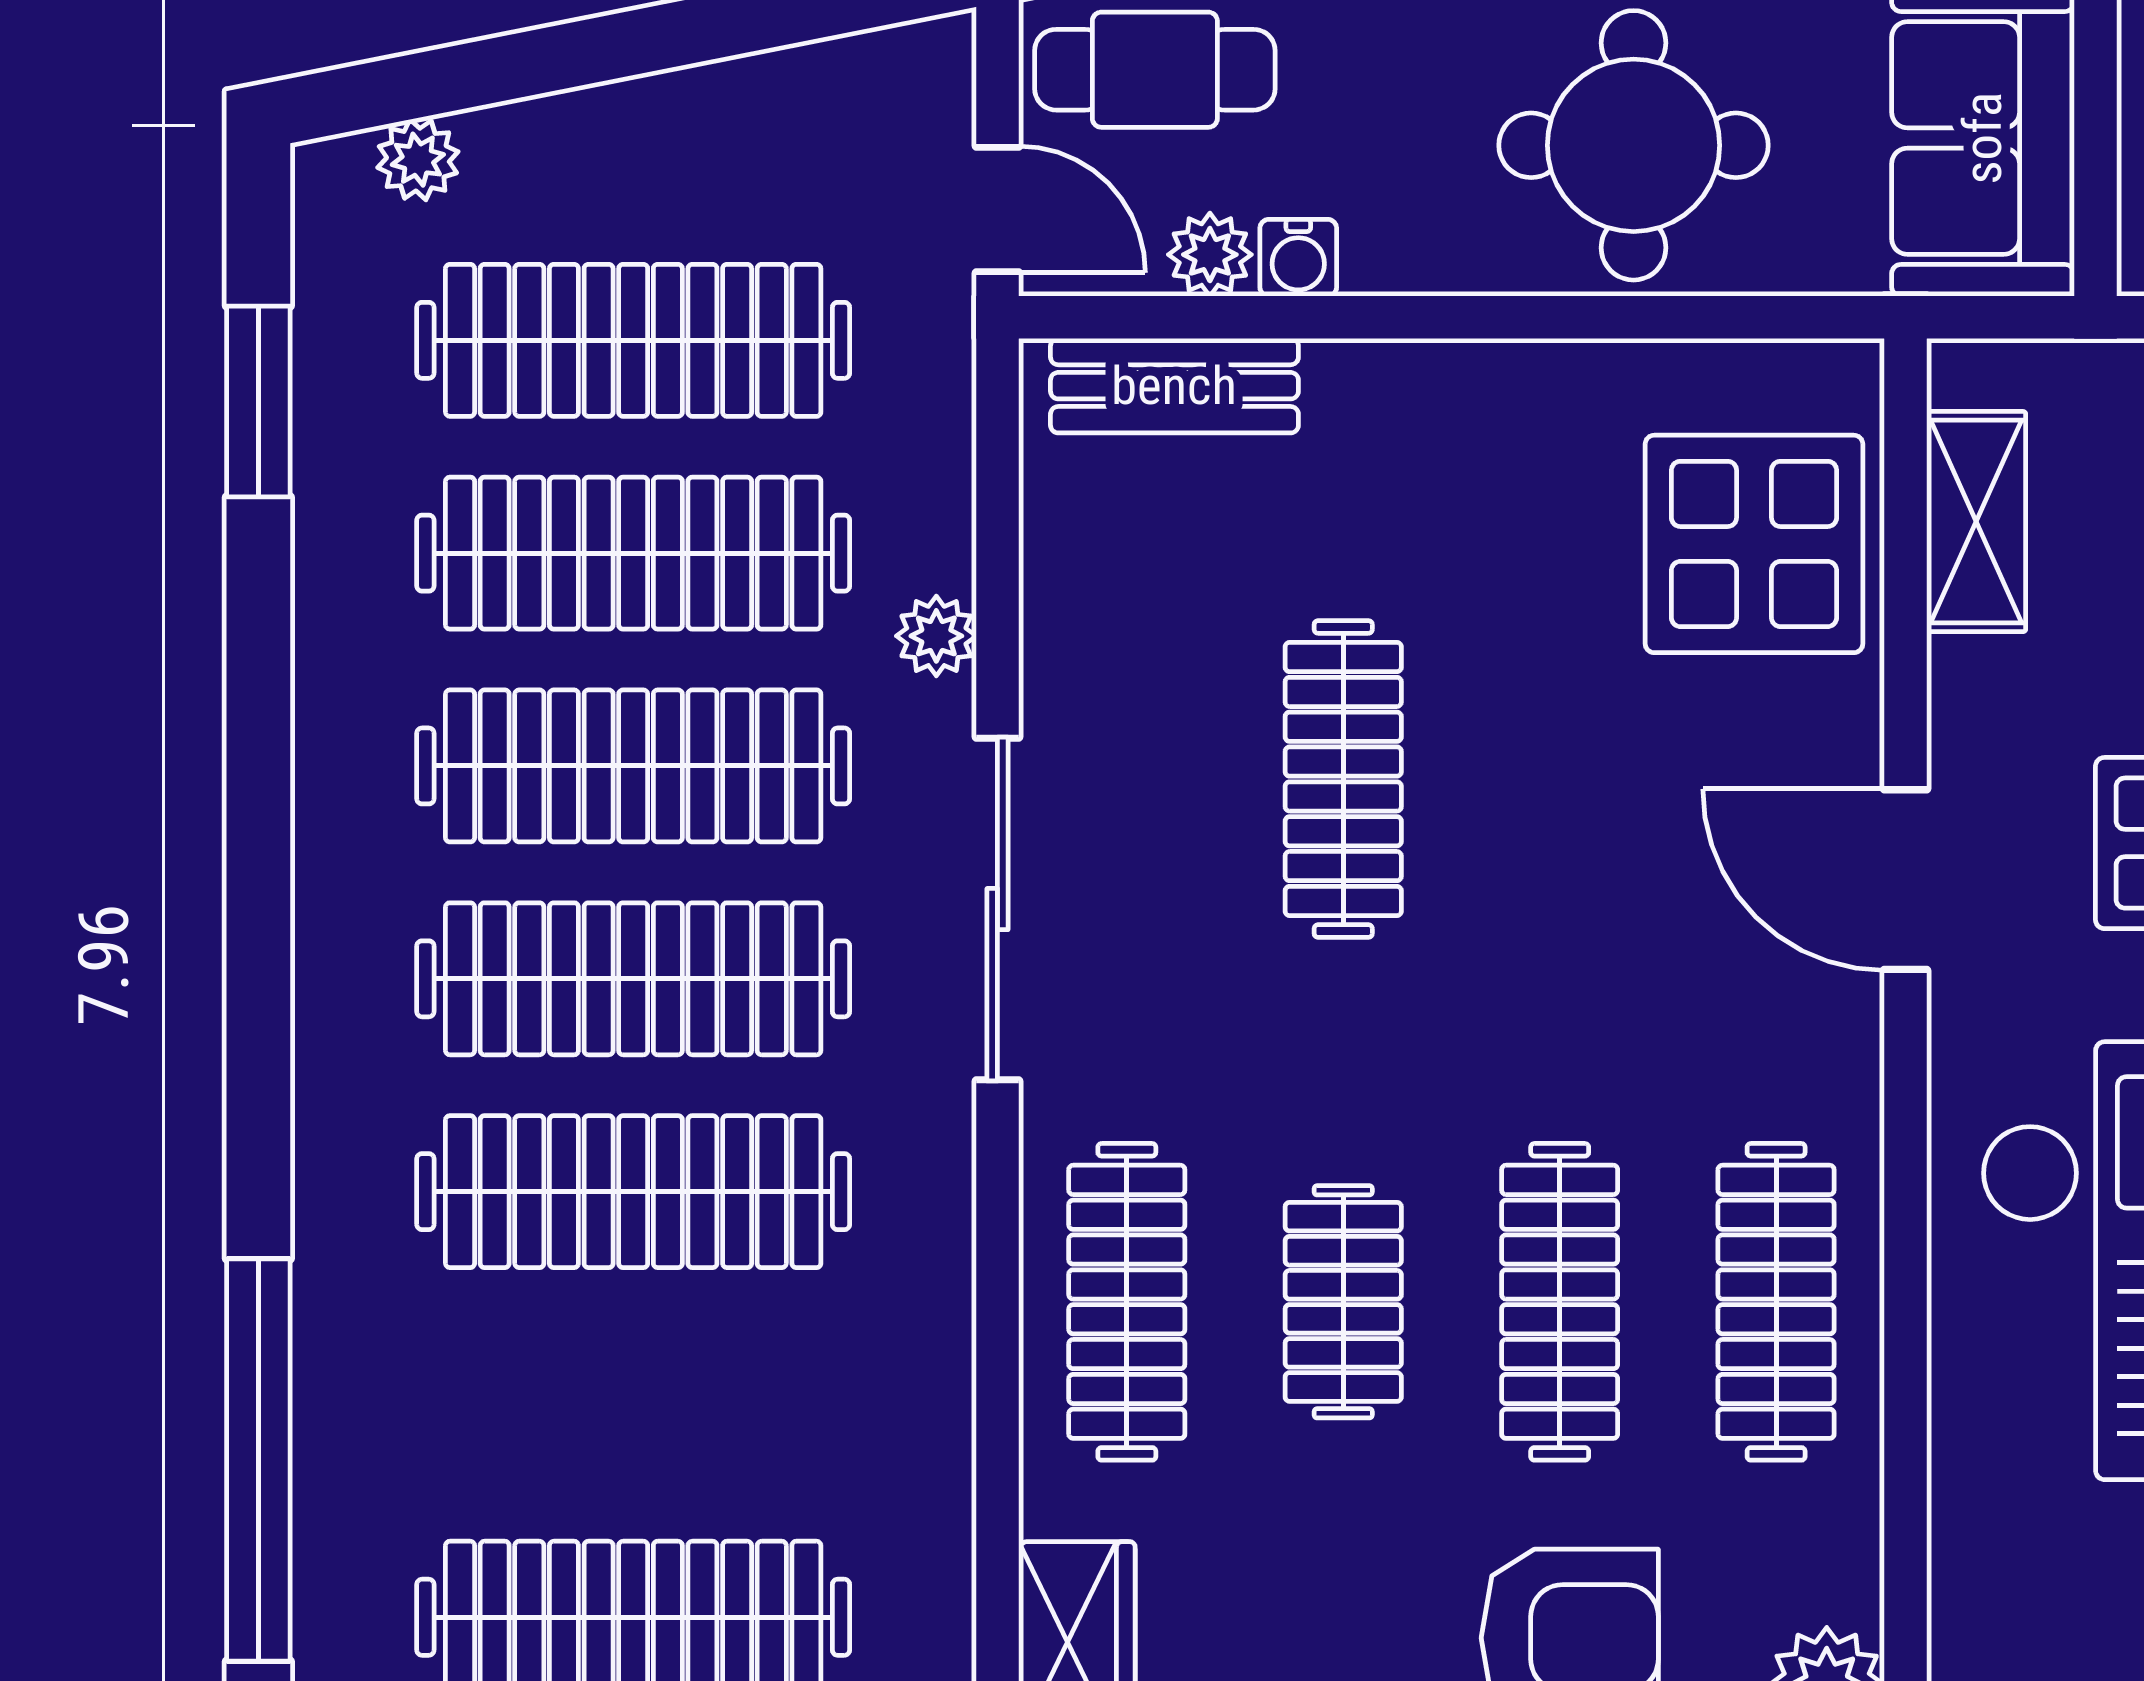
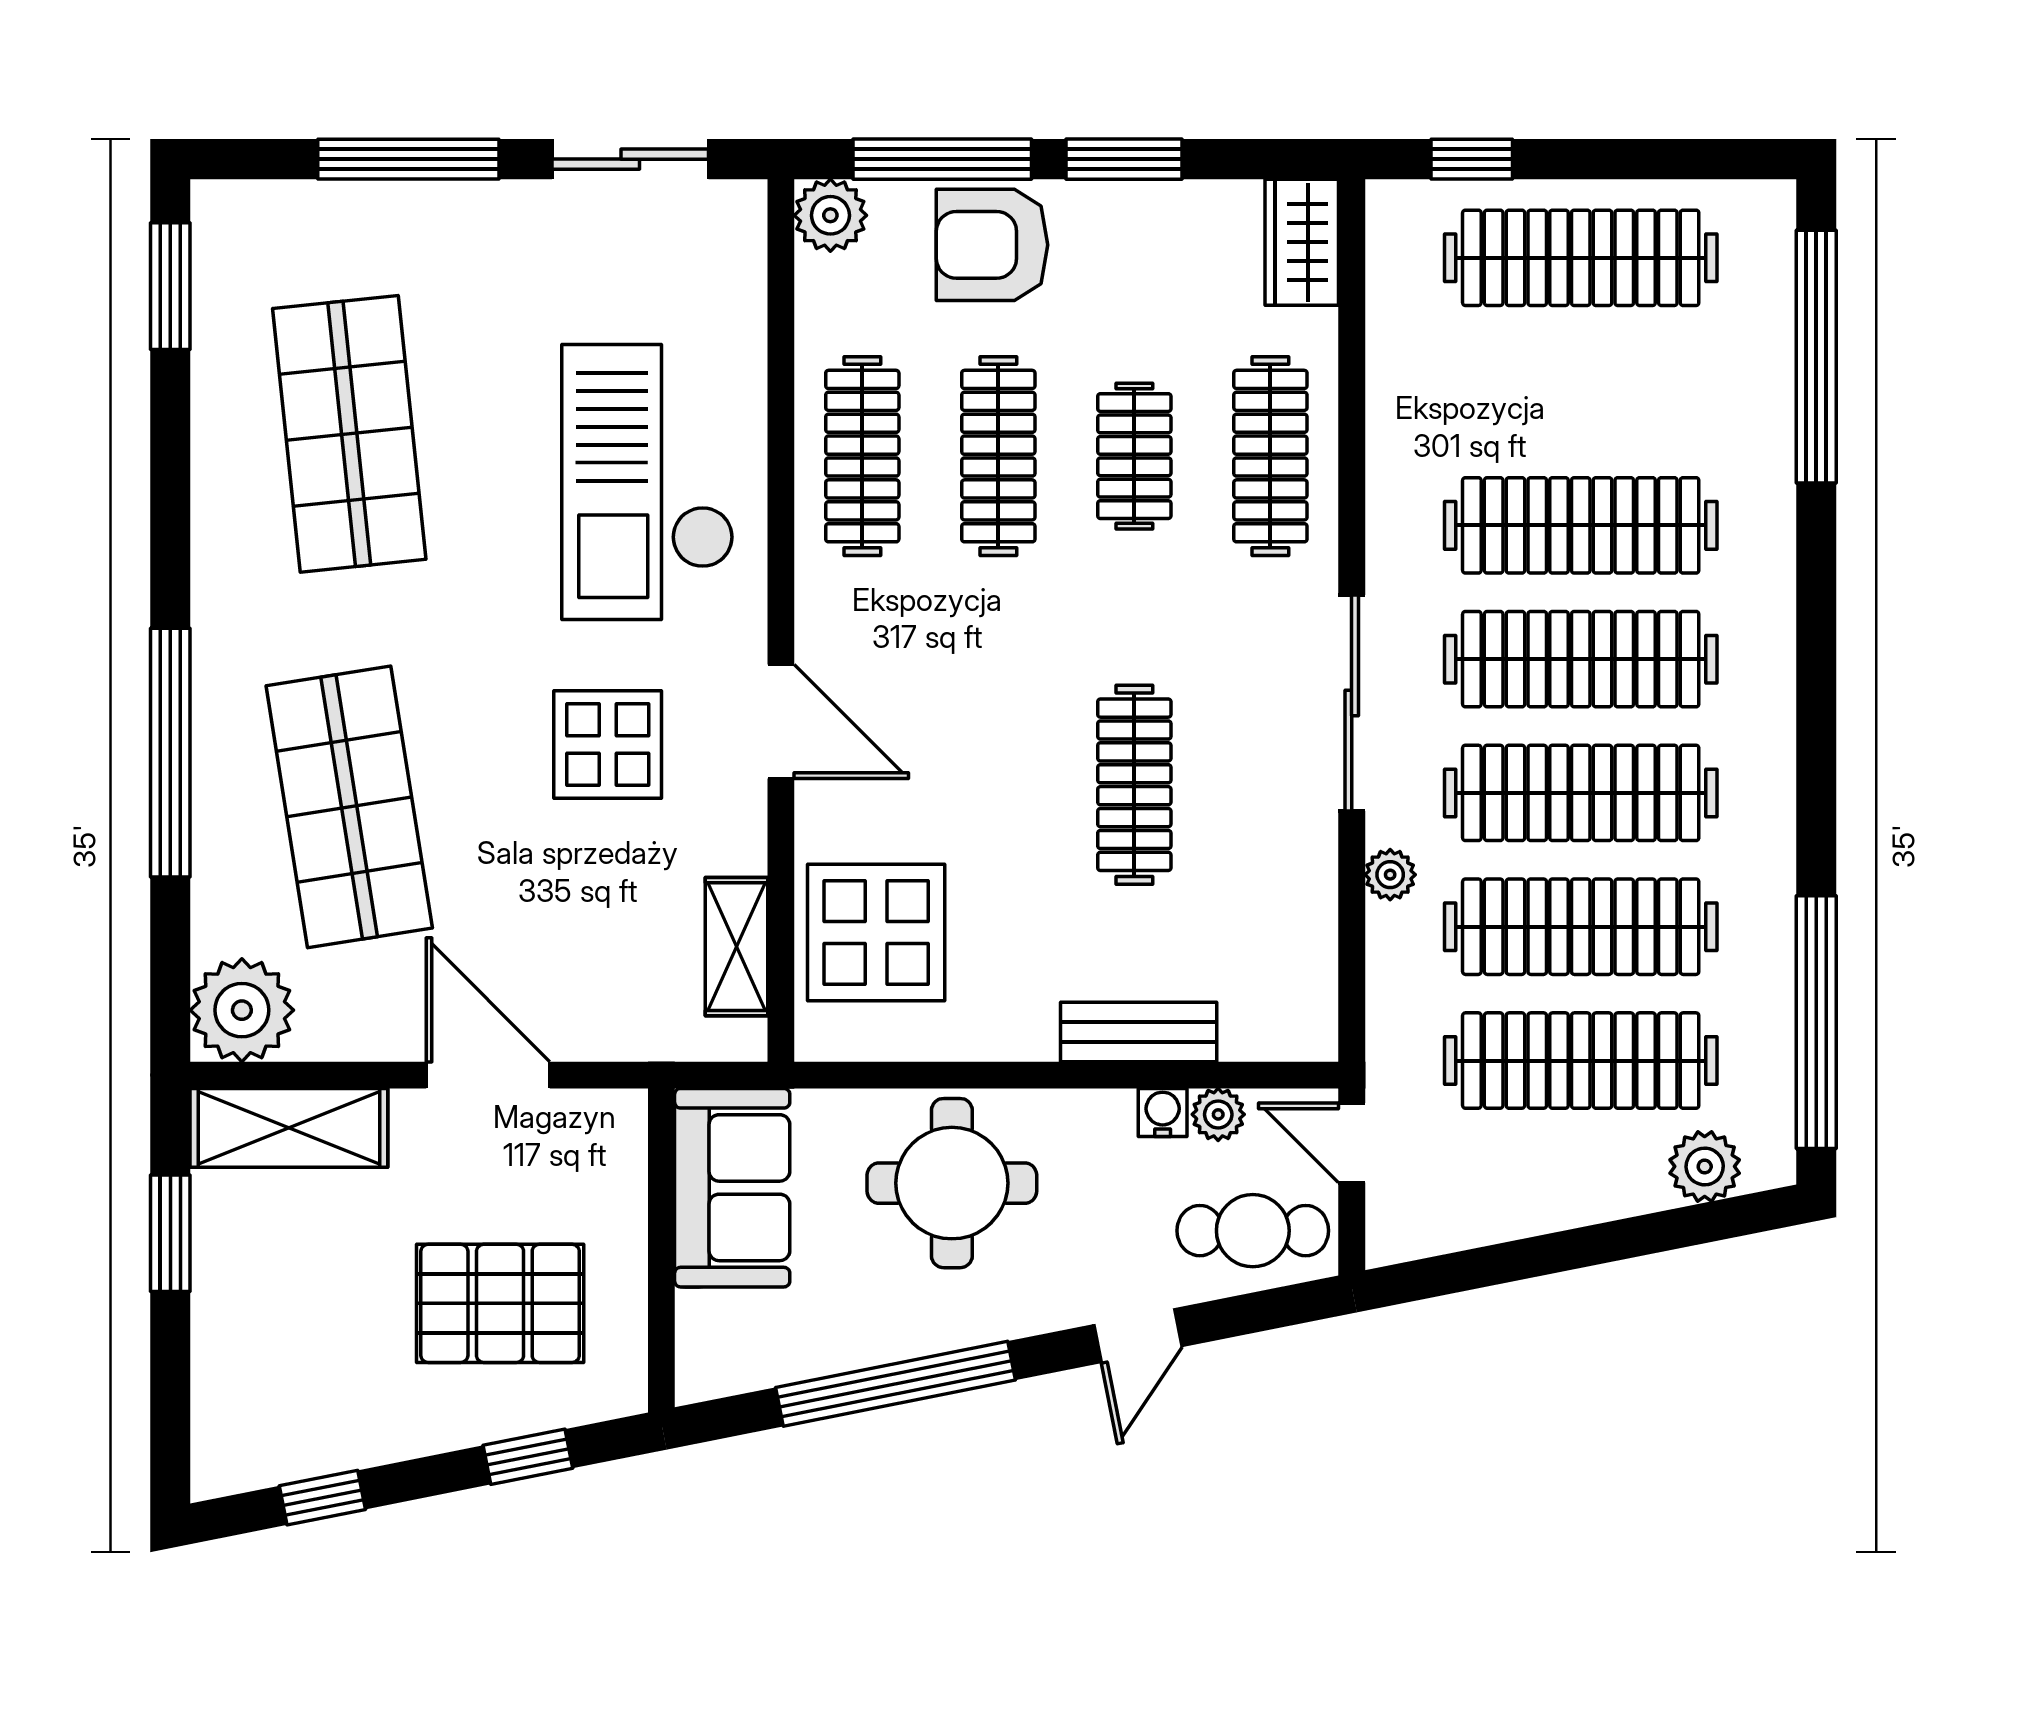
plant: (418, 160) -> (1705, 1166), width x1.38, depth x1.38
bench: (1174, 386) -> (1139, 1032), moved
window: (258, 401) -> (1816, 1022), width x2.11

